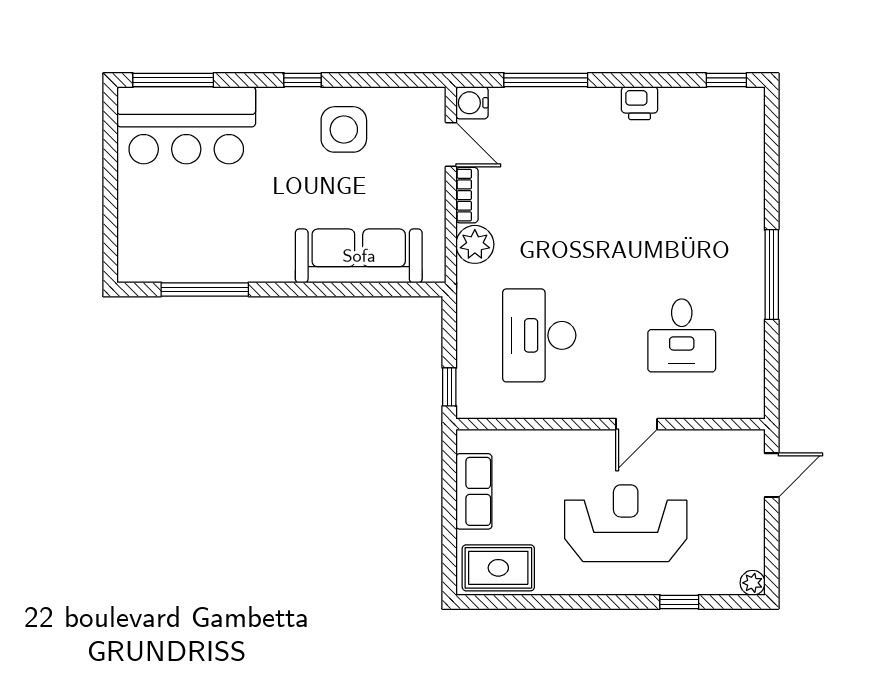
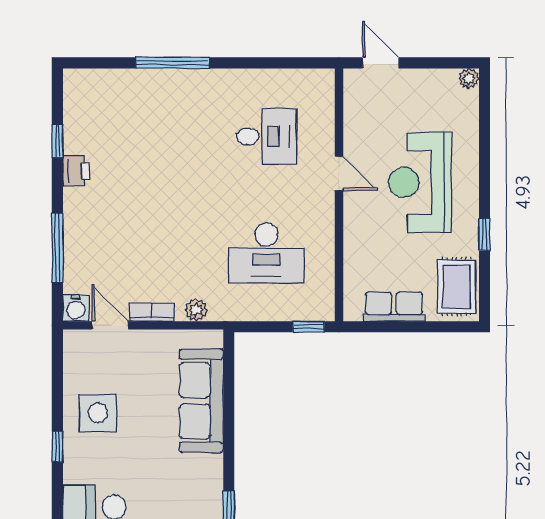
window: (726, 80) -> (57, 141), moved
door: (451, 144) -> (110, 325), hinge flipped
plant: (475, 244) -> (196, 310), width x0.73, depth x0.73
window: (772, 275) -> (173, 63), moved
window: (679, 602) -> (484, 234), moved

